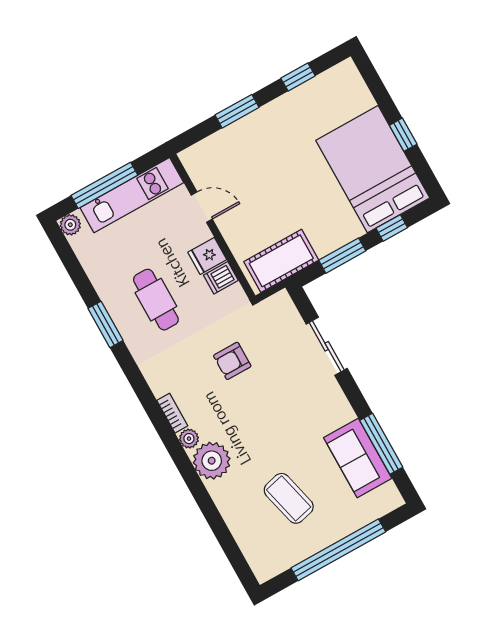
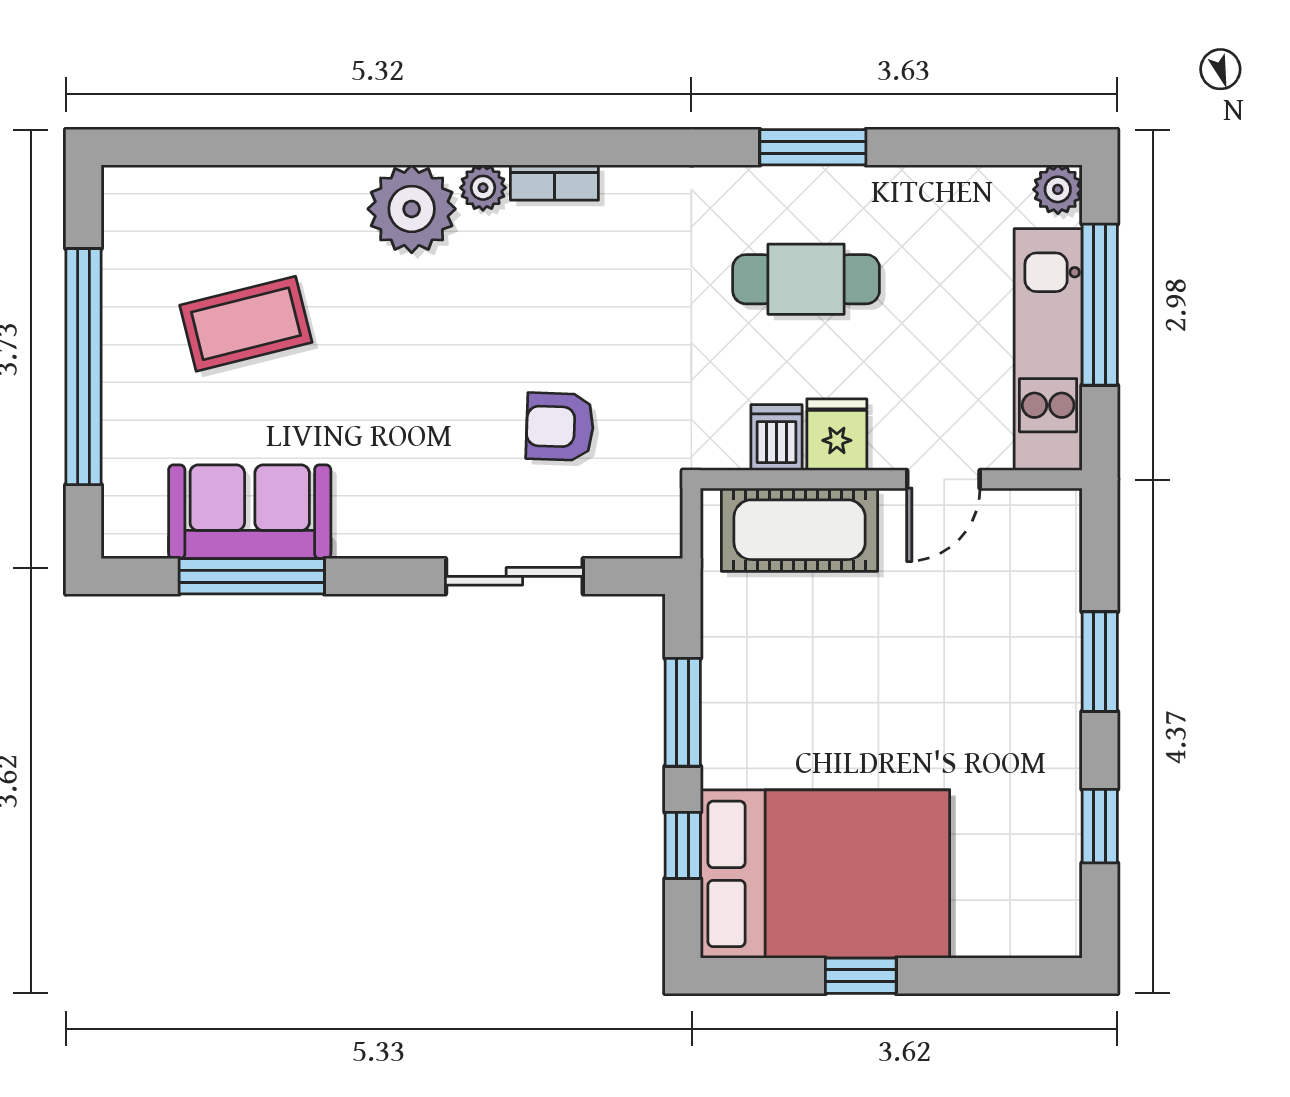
cot: (281, 261) -> (800, 530), moved, turned 90
armchair: (232, 361) -> (560, 427), moved, turned -88

